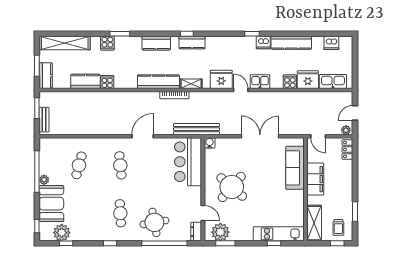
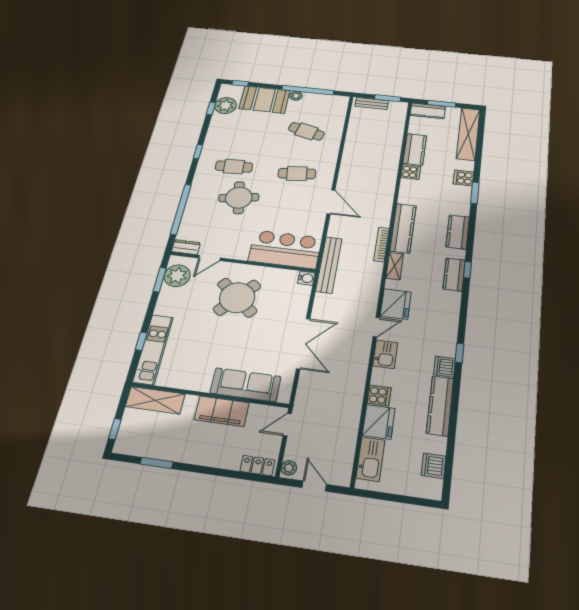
round table: (154, 222) -> (239, 198), moved
trolley: (338, 227) -> (139, 434), removed

